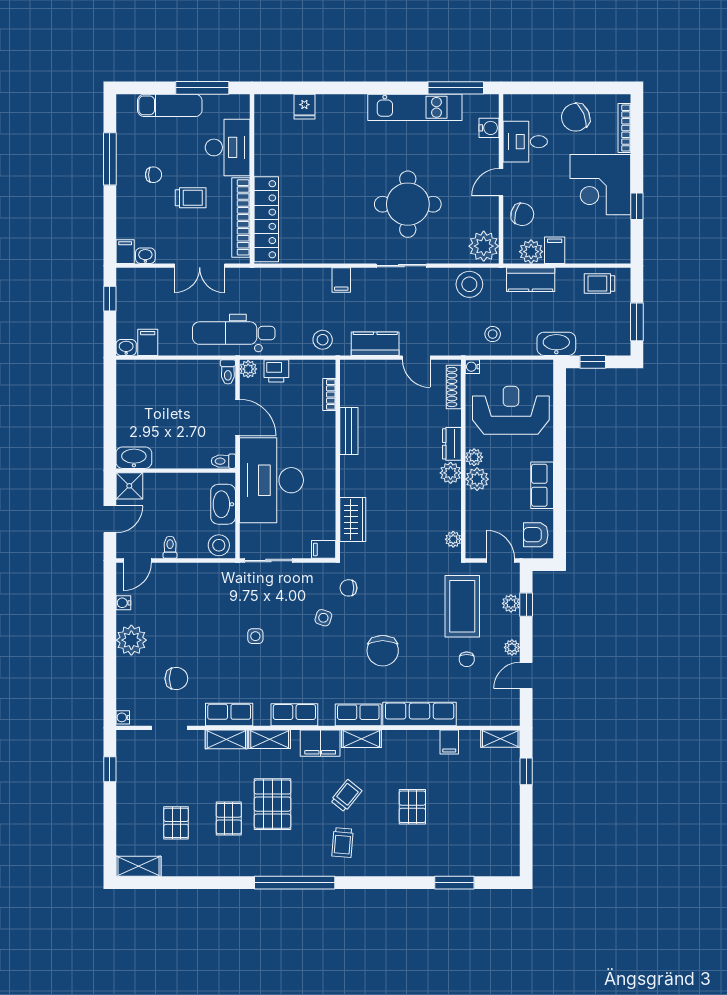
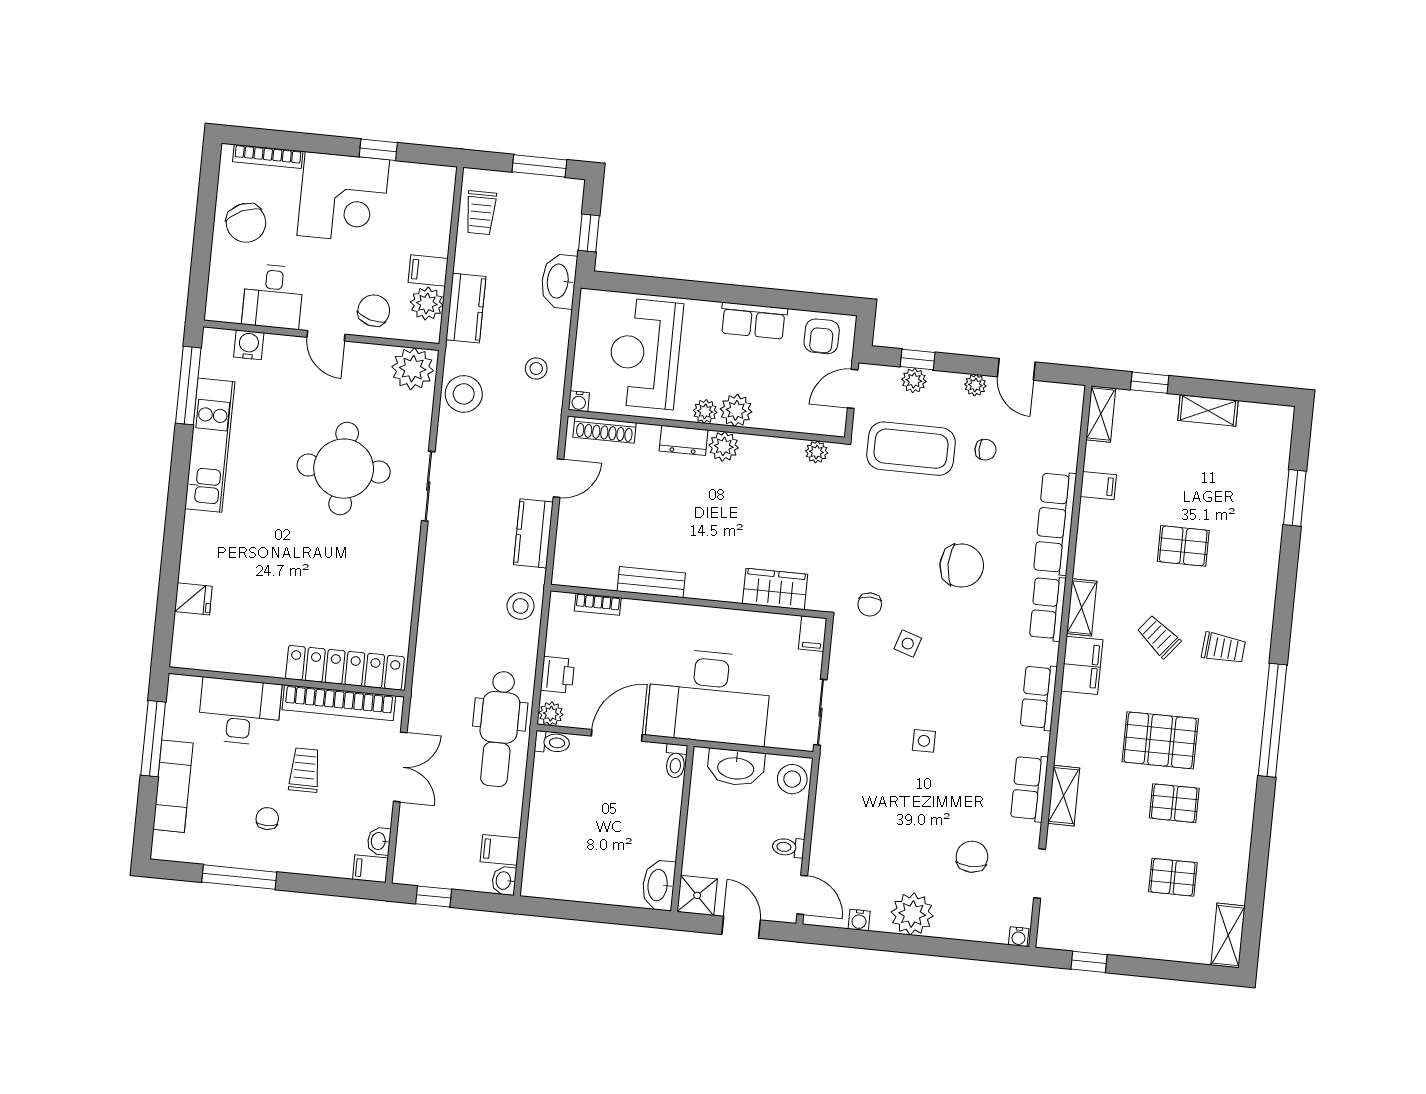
filing cabinet: (341, 280) -> (440, 572), removed
shelving: (270, 739) -> (1208, 410), moved, turned 90

